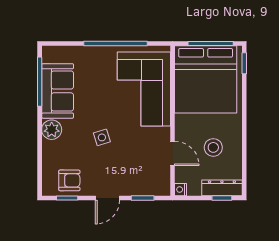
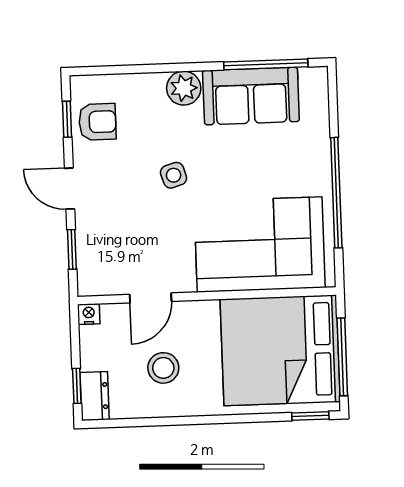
armchair: (69, 180) -> (97, 122), turned -90
dresser: (222, 188) -> (95, 396), width x0.70

